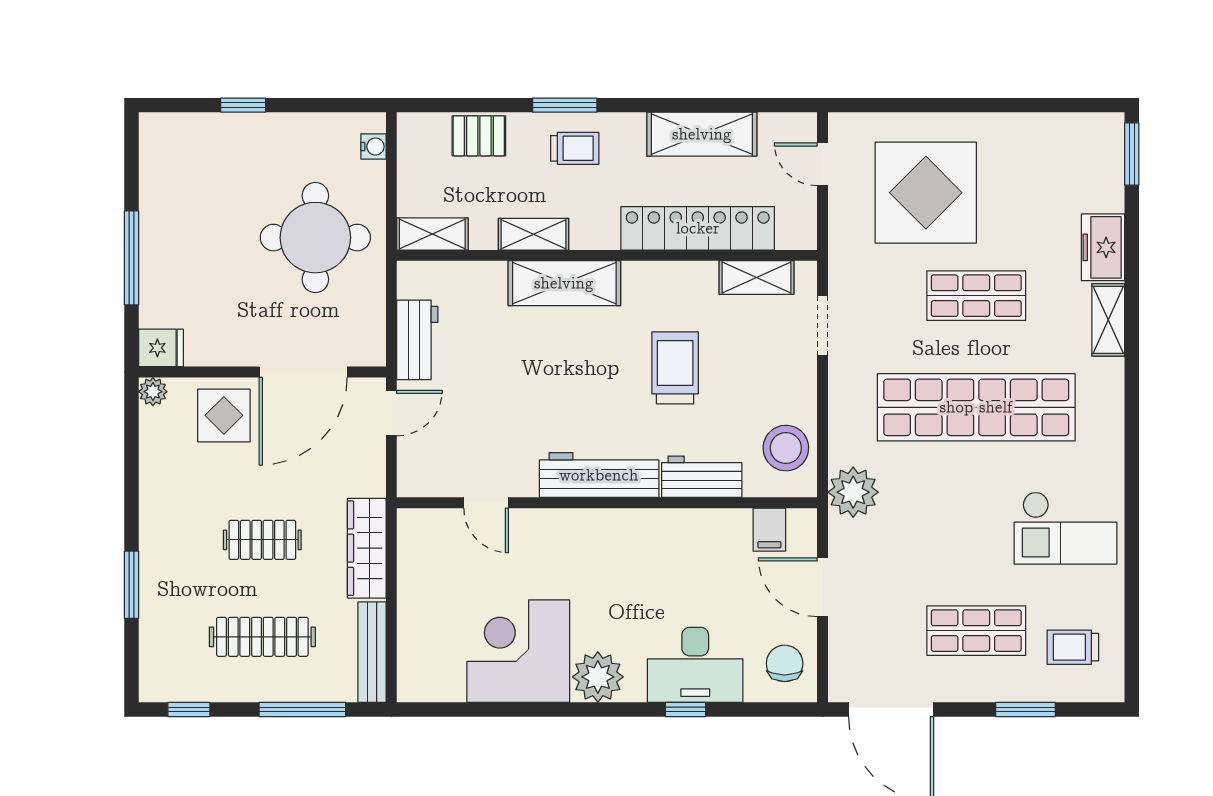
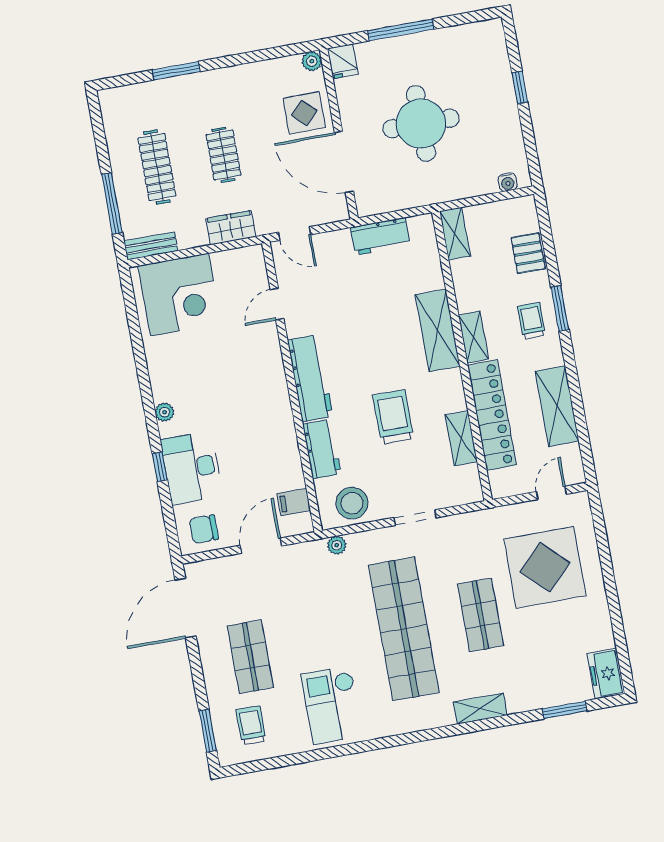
trolley: (575, 148) -> (531, 321), turned 180
window: (1132, 154) -> (564, 710), moved
shelving: (534, 234) -> (473, 337), moved
round table: (315, 238) -> (421, 123), moved
freezer: (1103, 247) -> (606, 674), moved, turned -90
shelving: (756, 277) -> (461, 438), moved
doorway: (822, 326) -> (415, 518), moved
trolley: (675, 368) -> (393, 417), turned -90
door: (391, 413) -> (295, 234), moved
plant: (853, 492) -> (337, 545), width x0.53, depth x0.53
wardrobe: (367, 548) -> (231, 228), width x0.67
corner desk: (518, 651) -> (179, 295), moved, turned 90
bench: (372, 652) -> (151, 246), width x0.73
chair: (785, 663) -> (204, 529), turned 180
plant: (598, 677) -> (165, 412), width x0.53, depth x0.53
window: (189, 709) -> (98, 126), removed
window: (1026, 709) -> (208, 731), moved

